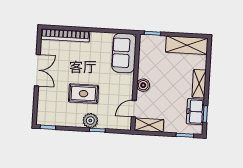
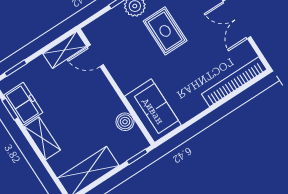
boiler: (143, 85) -> (125, 122), moved
rug: (83, 94) -> (165, 31), turned 90
door: (134, 109) -> (95, 56), swing flipped

